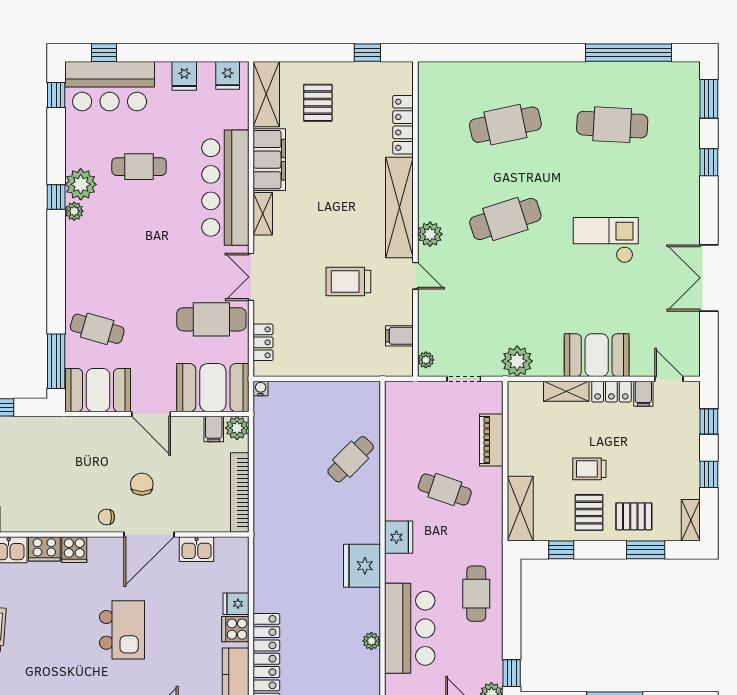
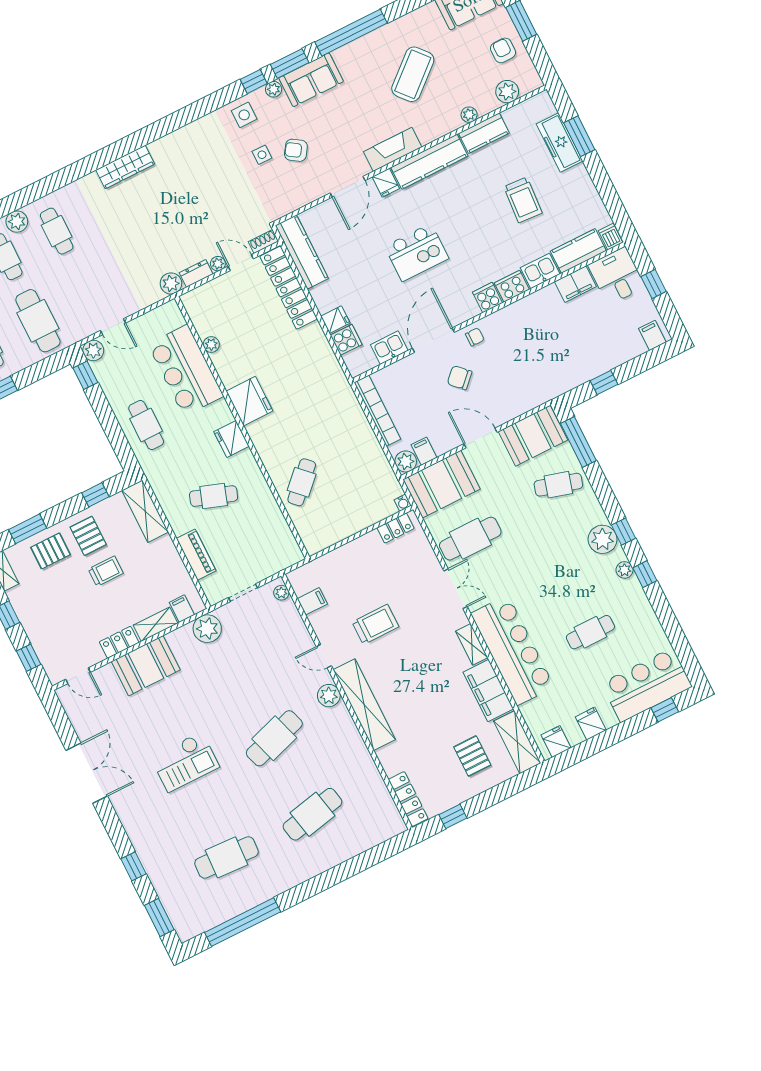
window: (56, 95) -> (623, 532), moved
locker: (403, 125) -> (408, 799), moved
plant: (81, 184) -> (603, 539), moved
locker: (263, 342) -> (396, 528), moved, turned -90
filing cabinet: (643, 394) -> (182, 609), moved
chair: (142, 484) -> (460, 378), turned 135
cooker: (235, 629) -> (346, 340), moved
kitchen island: (122, 630) -> (417, 252), turned -90

